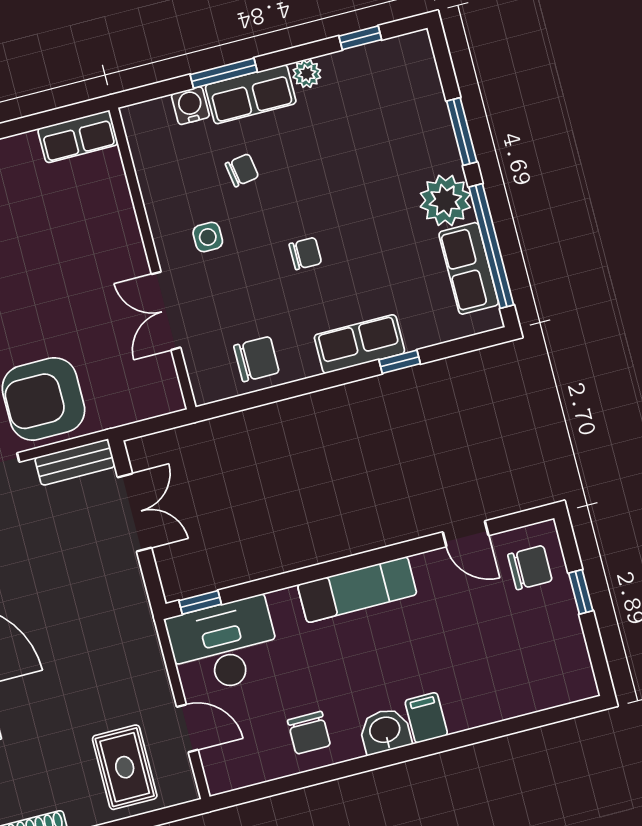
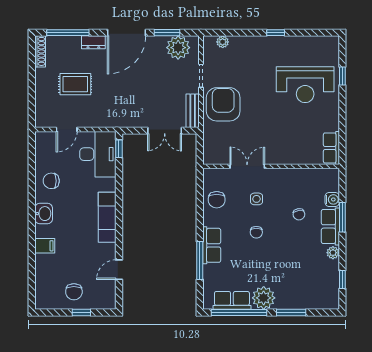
side table: (208, 237) -> (256, 199), moved
window: (400, 362) -> (200, 261), width x2.17
chair: (530, 568) -> (74, 292), moved
filing cabinet: (426, 718) -> (45, 246), moved
rug: (125, 767) -> (75, 84), moved

